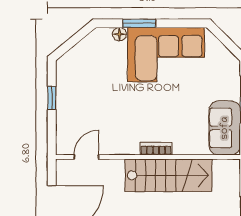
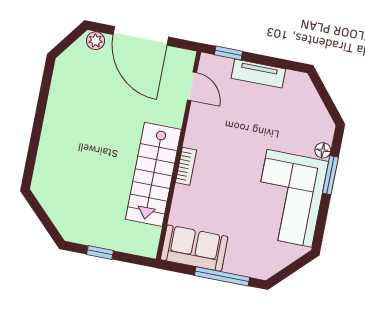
window: (52, 98) -> (228, 53), moved
tv unit: (64, 102) -> (258, 74), added

